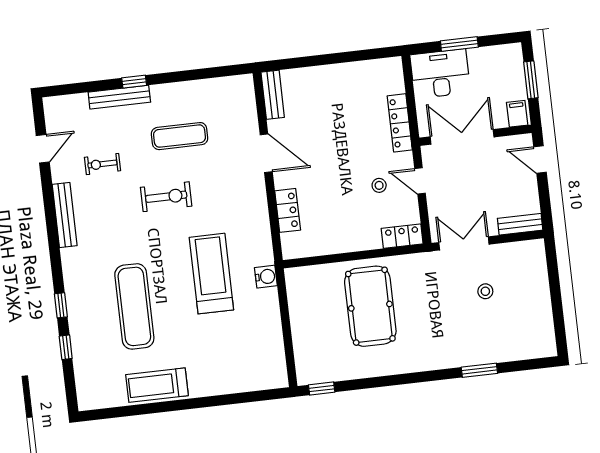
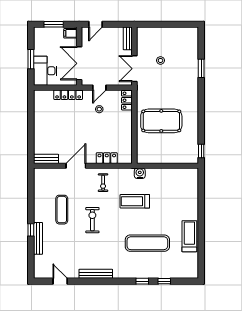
exercise bike: (102, 164) -> (103, 183), moved
treadmill: (211, 274) -> (135, 201), width x0.73, depth x0.73
treadmill: (157, 385) -> (189, 236), turned 180

